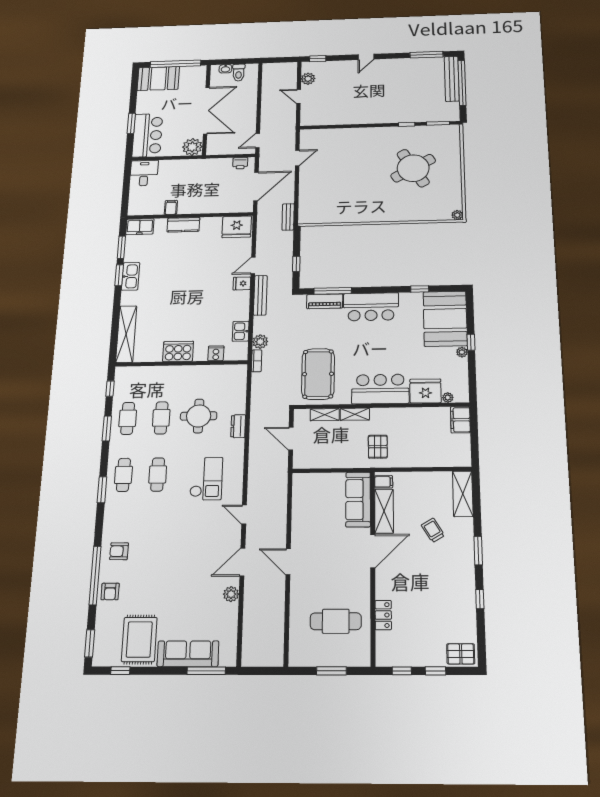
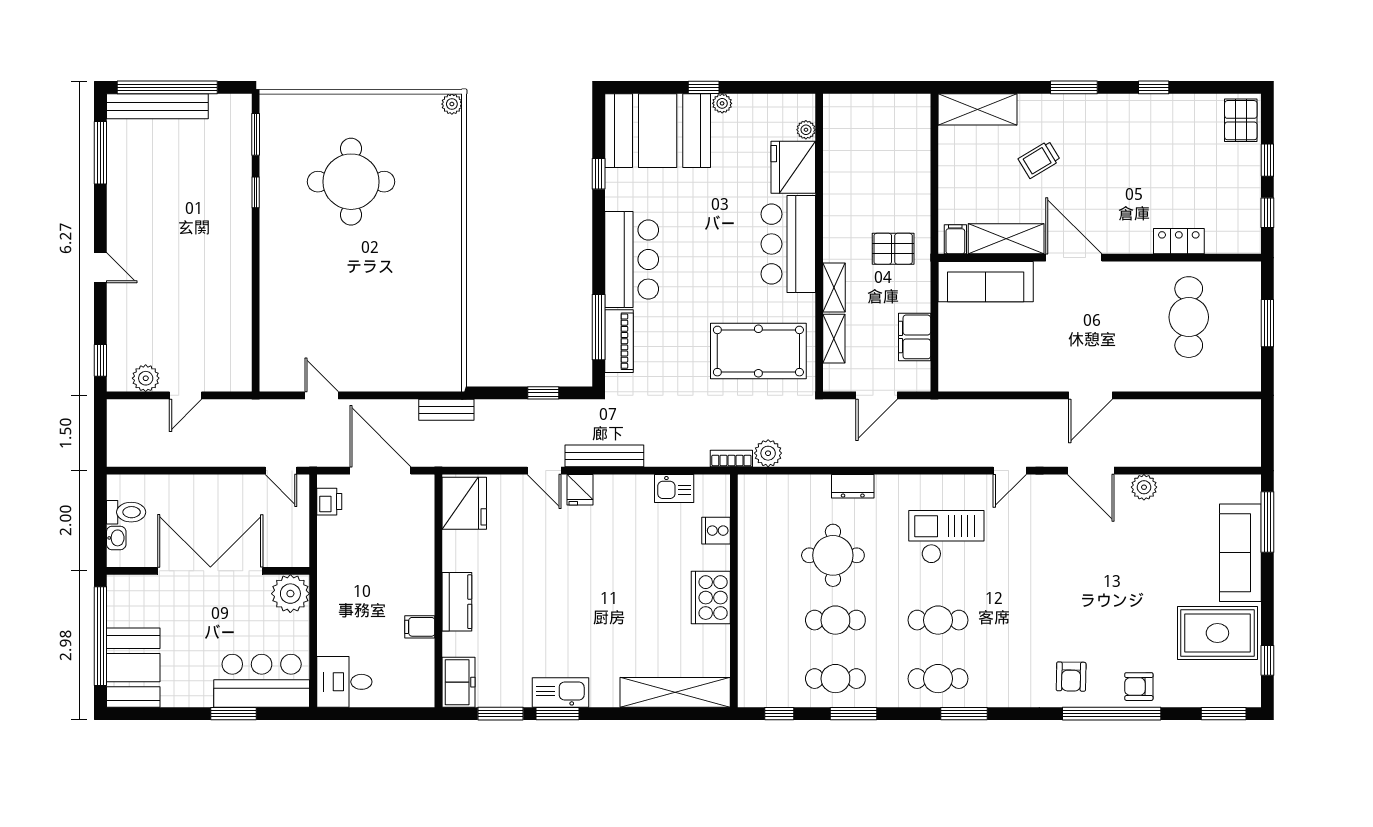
round table: (413, 168) -> (351, 182), turned 30
plant: (260, 342) -> (768, 453), moved
filing cabinet: (460, 420) -> (915, 337), moved, turned 90
armchair: (110, 592) -> (1139, 687), turned 180

